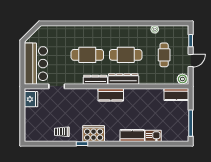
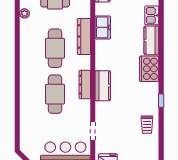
dresser: (123, 79) -> (84, 36), moved
kitchen counter: (111, 95) -> (103, 86), moved
freezer: (143, 95) -> (103, 27), added
cooker: (94, 134) -> (149, 69), moved

